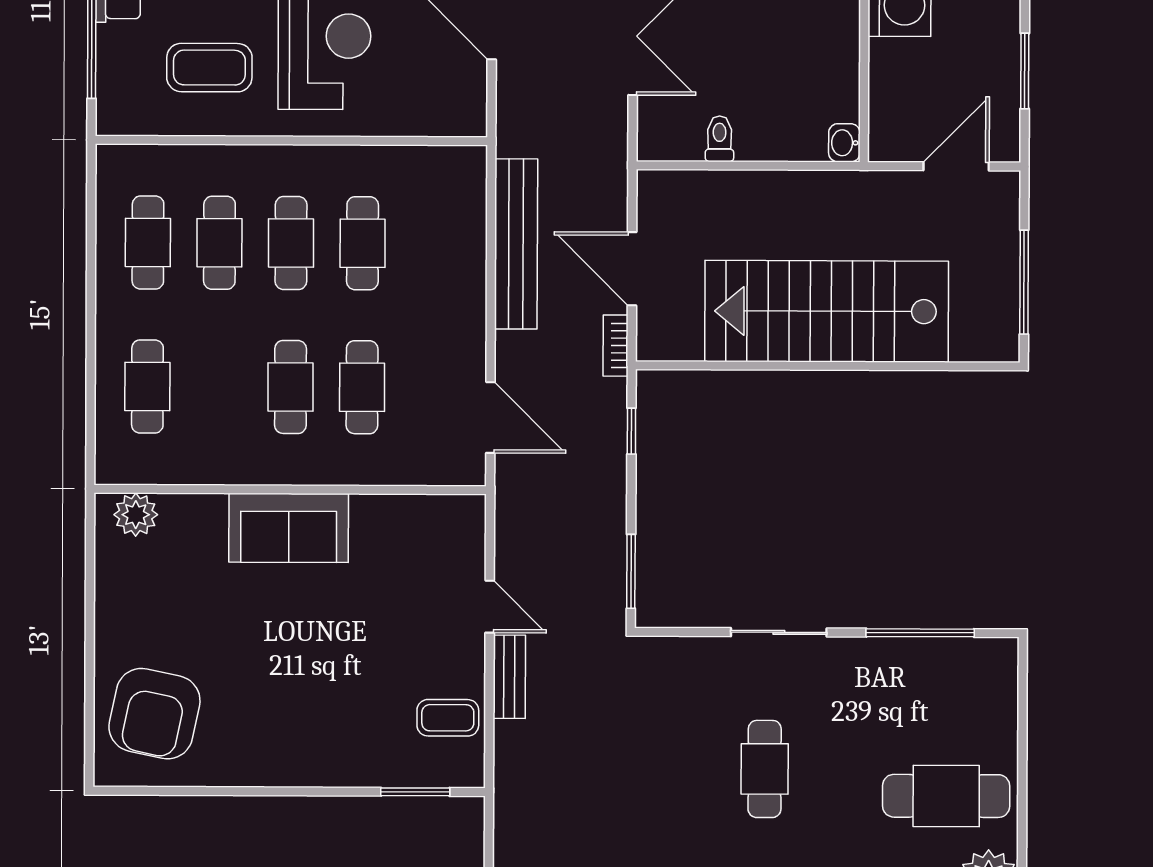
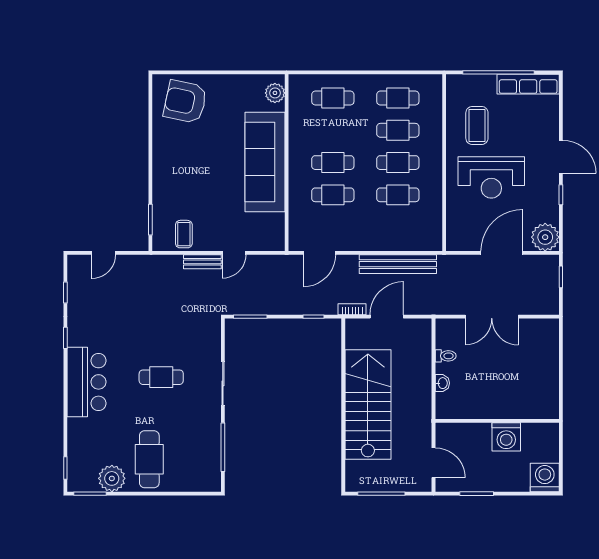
washbasin: (844, 143) -> (442, 383), moved, turned 90
sofa: (289, 528) -> (265, 162), width x1.85, depth x1.27

